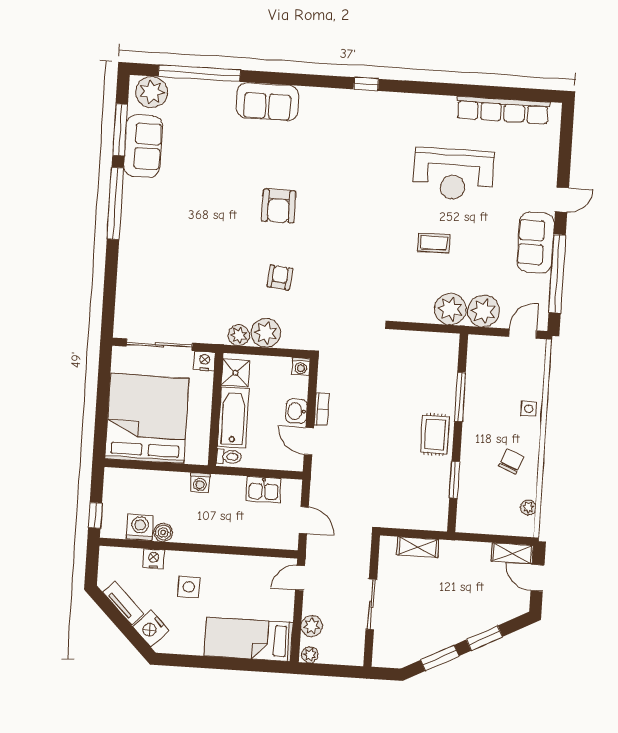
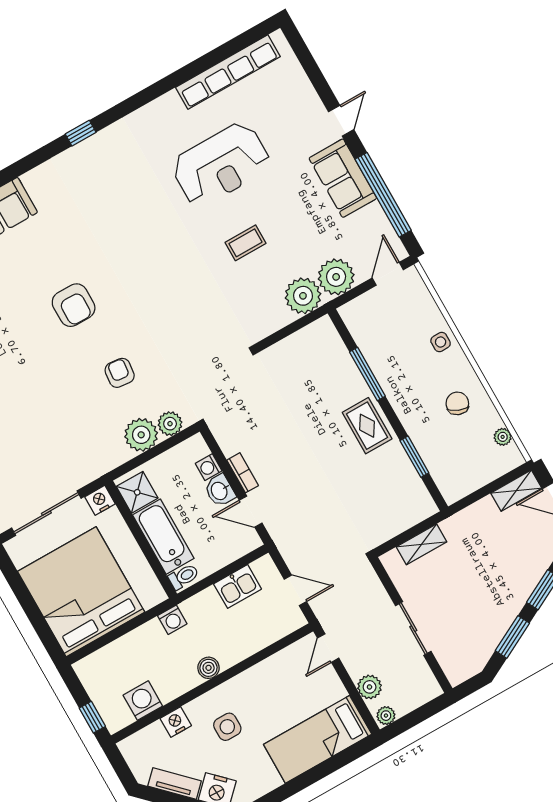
plant: (239, 335) -> (170, 424), moved
washing machine: (301, 367) -> (209, 467), moved, turned 90
boiler: (163, 532) -> (209, 668), moved

